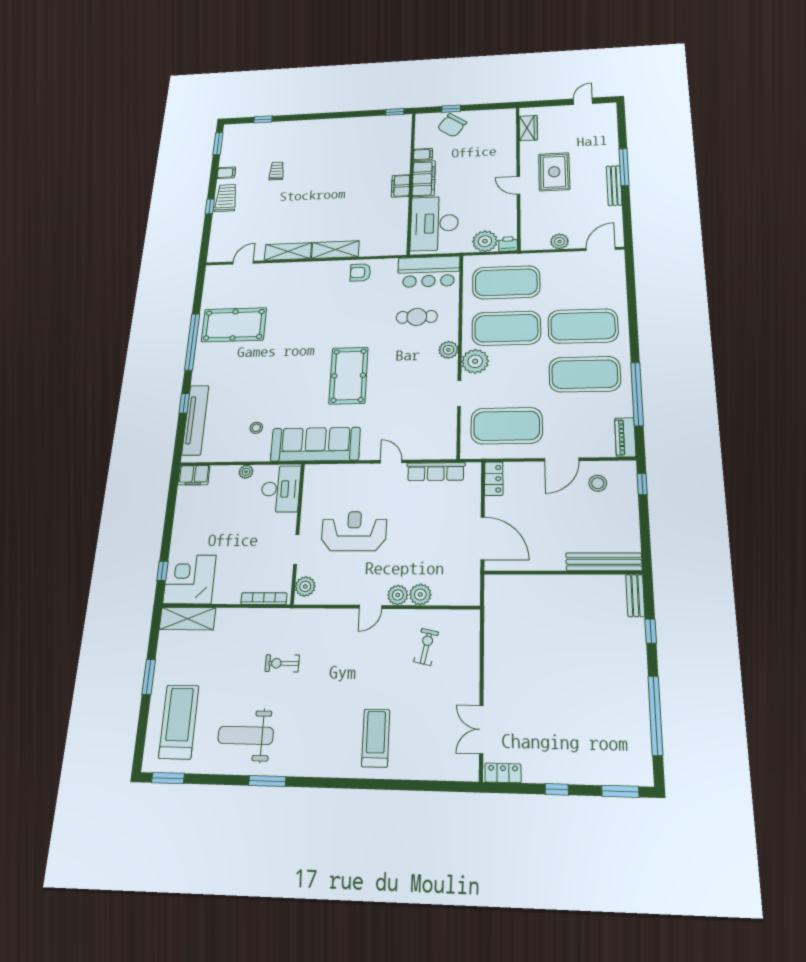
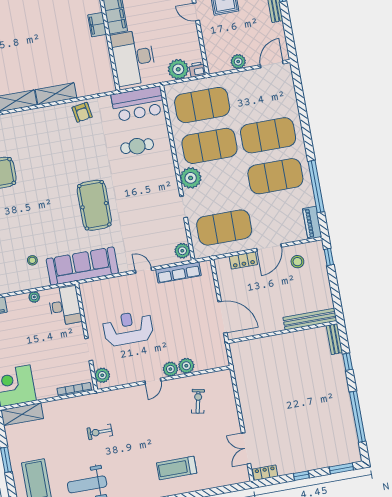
armchair: (360, 272) -> (82, 112), turned -99
plant: (448, 350) -> (182, 251), moved
locker: (494, 479) -> (243, 260), moved, turned 90
treadmill: (376, 738) -> (177, 468), turned -90

